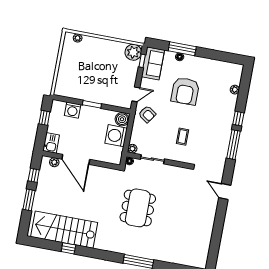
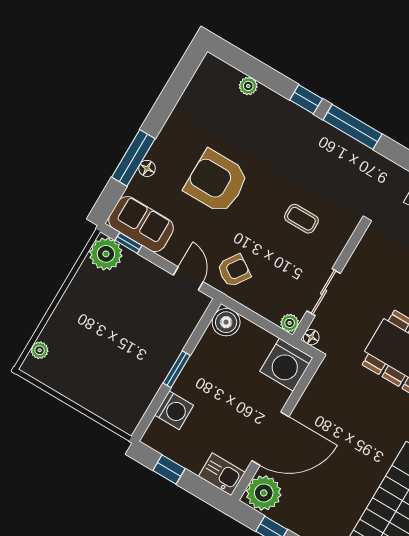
armchair: (185, 91) -> (217, 182), turned 180
washing machine: (116, 136) -> (286, 365), moved
plant: (54, 162) -> (264, 493), width x1.87, depth x1.87

